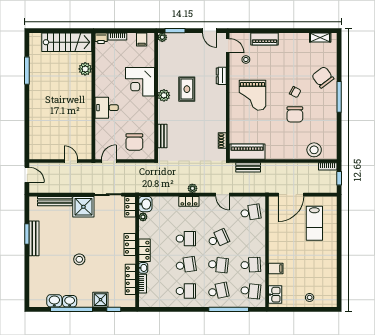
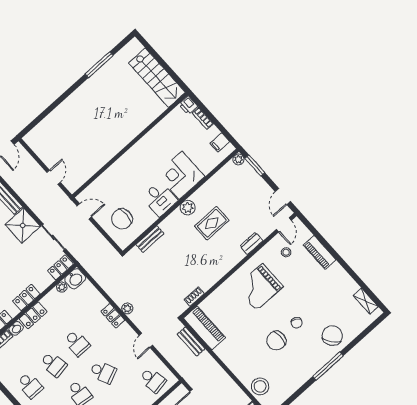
plant: (85, 69) -> (148, 116), removed
desk: (107, 108) -> (160, 199), moved, turned 180

